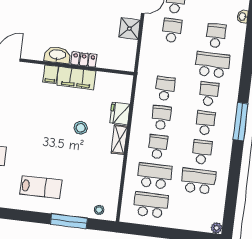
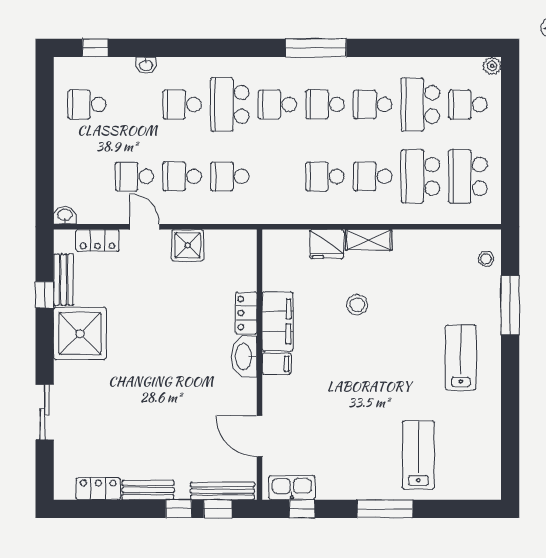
school desk: (165, 89) -> (230, 176), moved
school desk: (195, 210) -> (468, 104), added

